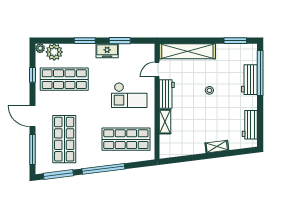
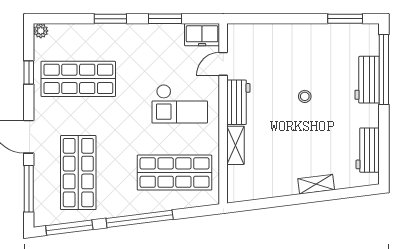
freezer: (107, 51) -> (202, 35), moved
shelving: (187, 51) -> (270, 35), removed
plant: (54, 52) -> (63, 37), removed

